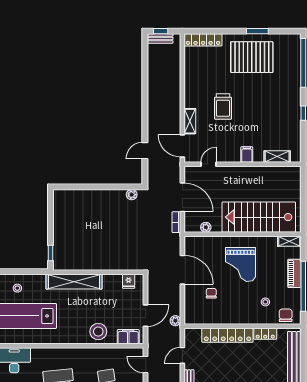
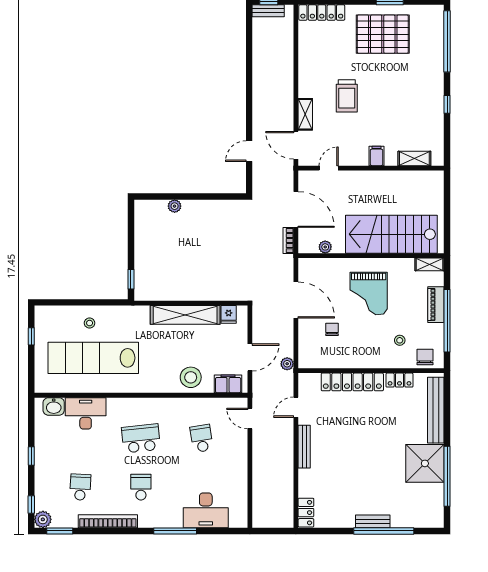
plant: (132, 195) -> (175, 206), moved
shelving: (74, 282) -> (185, 315), moved

